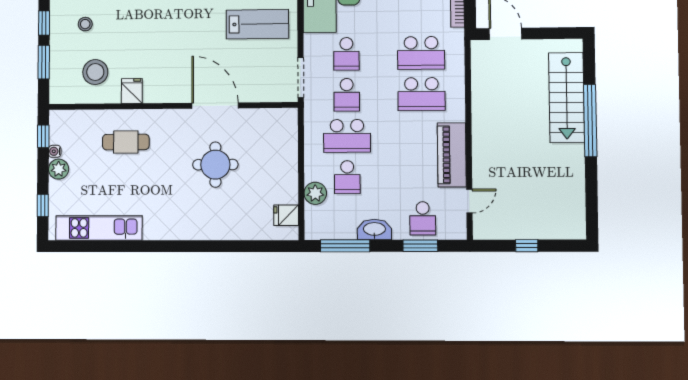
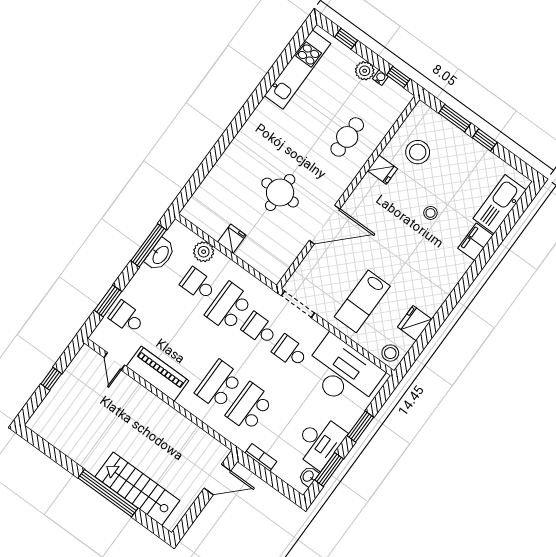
stool: (85, 24) -> (430, 213), moved
fridge: (286, 215) -> (232, 239), moved
washbasin: (374, 230) -> (160, 255), moved

